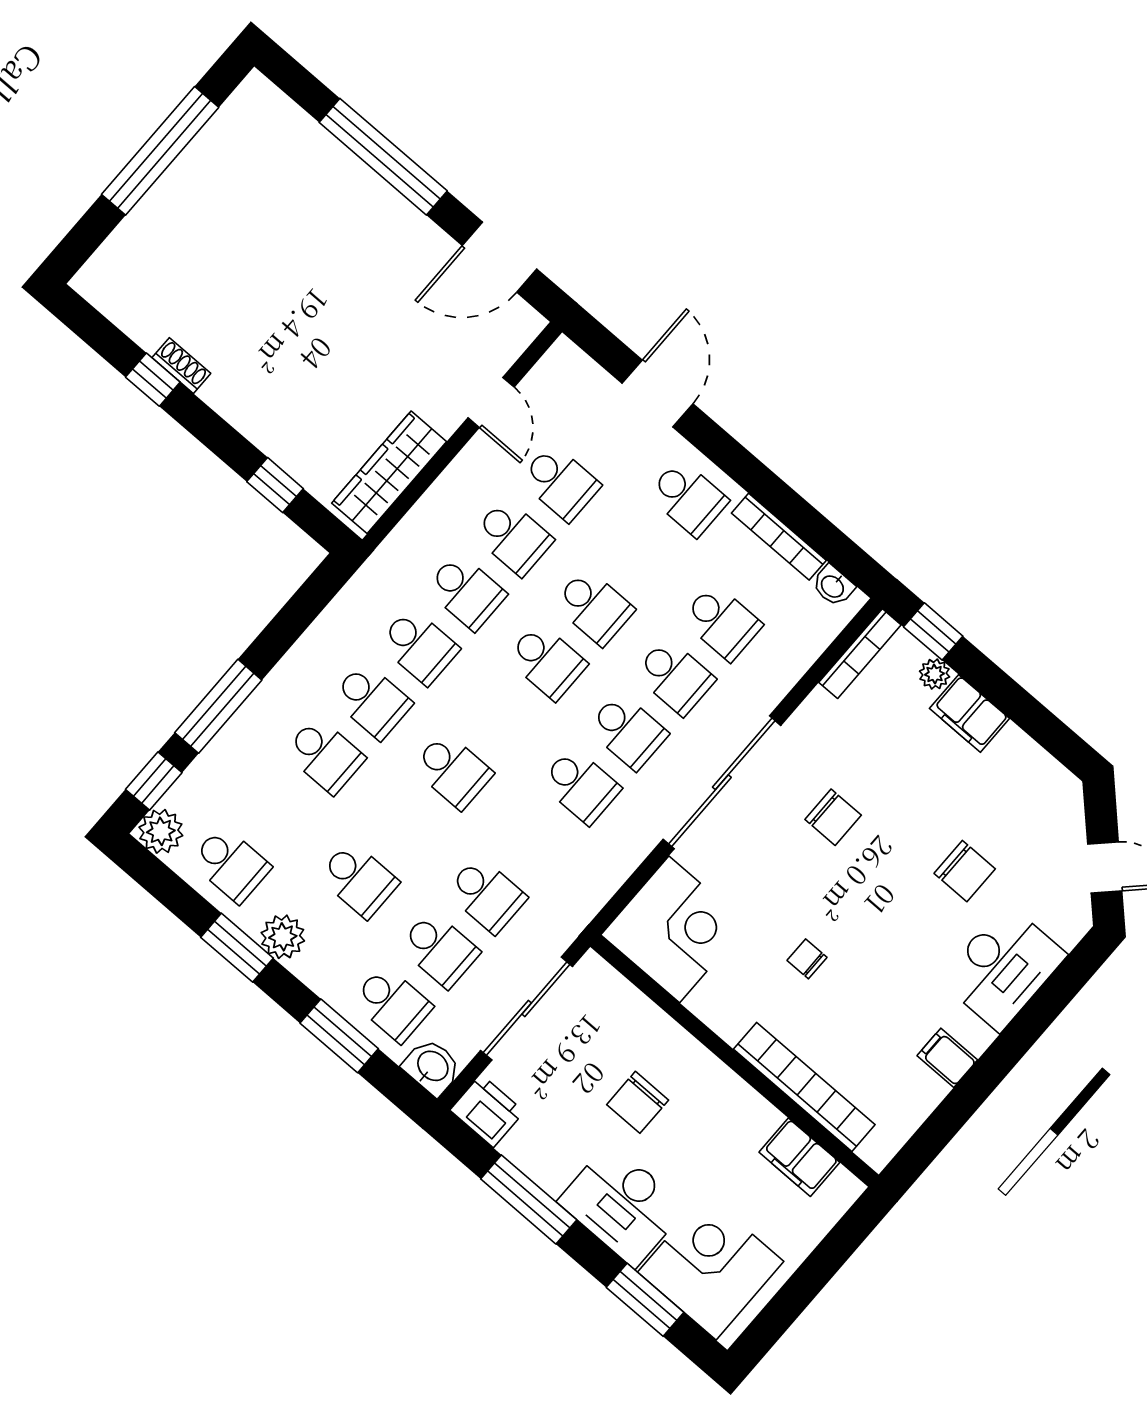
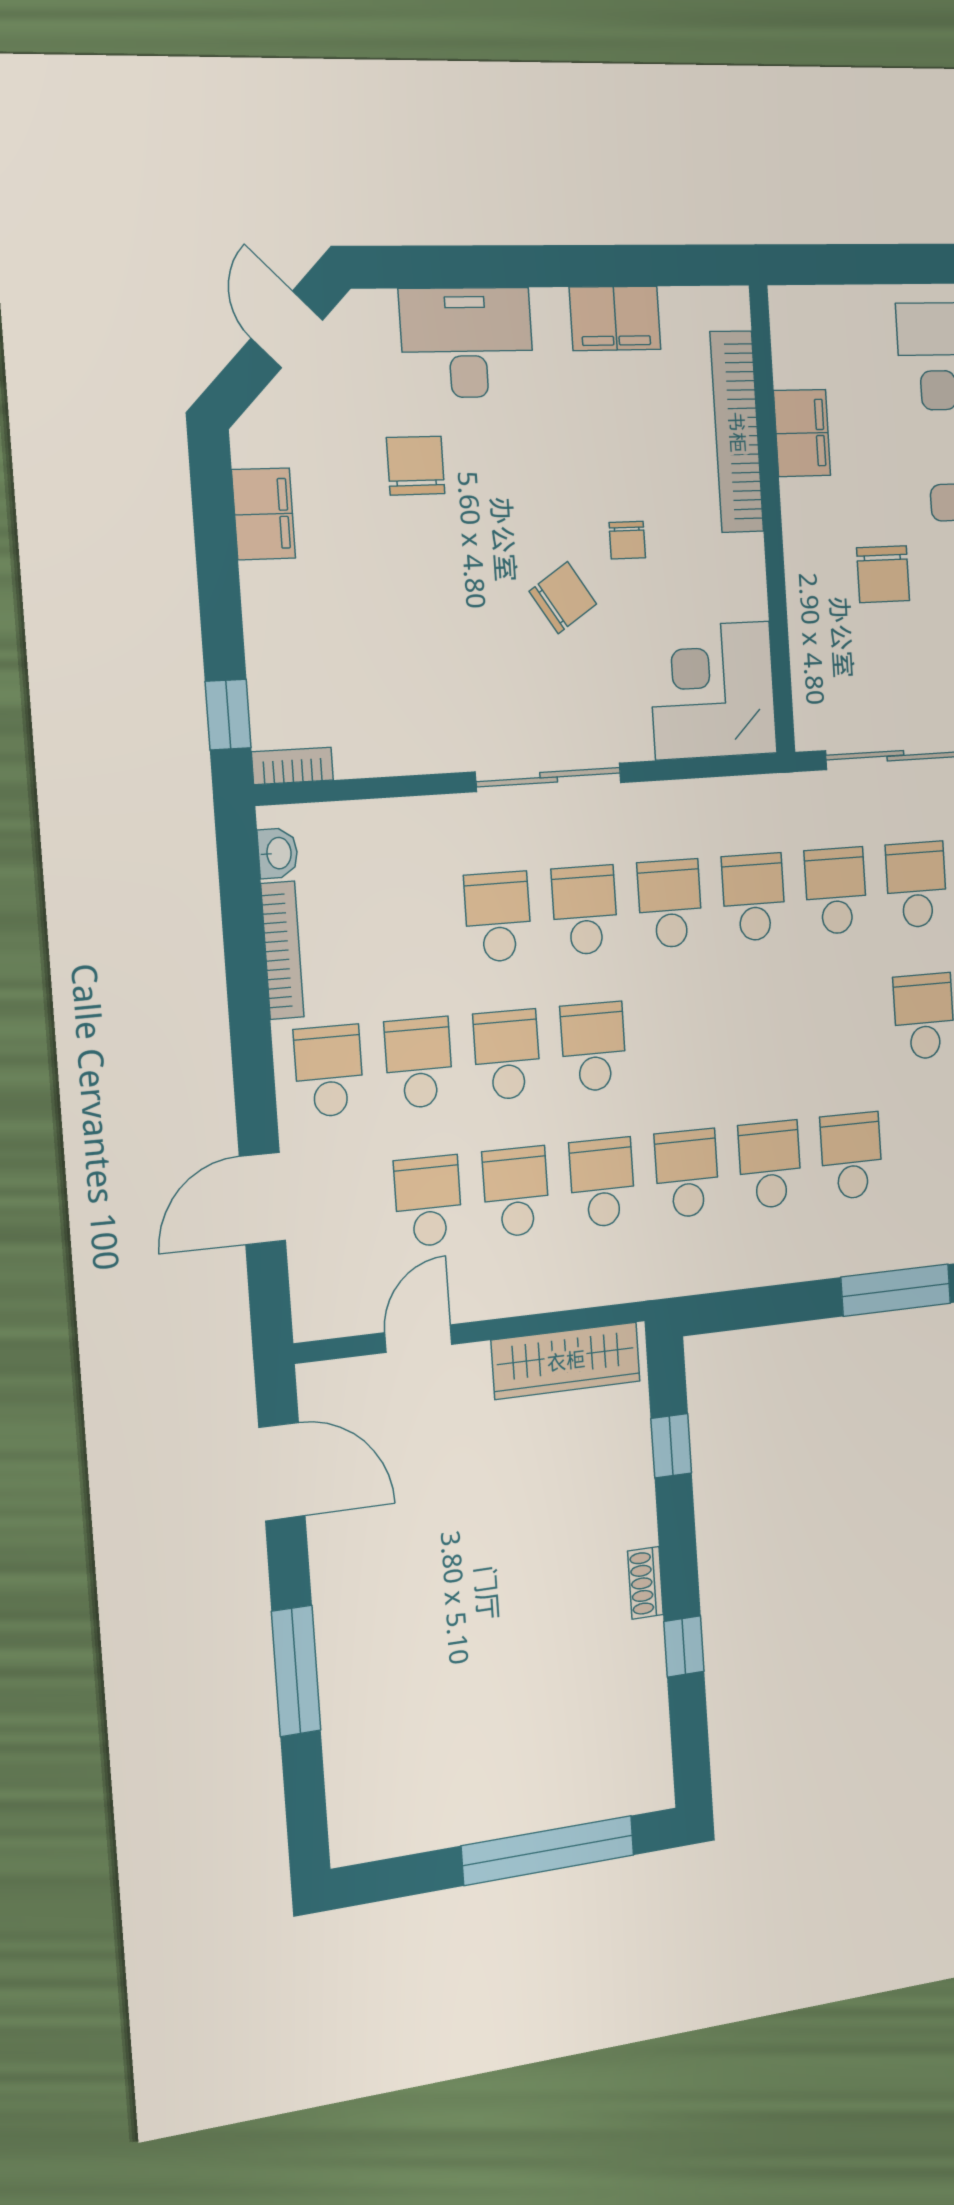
window: (160, 151) -> (548, 1850), moved
window: (383, 157) -> (296, 1671), width x0.68
shoe rack: (181, 366) -> (646, 1583), moved
school desk: (722, 622) -> (419, 1063), moved
bookcase: (860, 654) -> (292, 766), width x0.64
plant: (935, 674) -> (266, 674), removed
filing cabinet: (969, 713) -> (264, 514), moved
school desk: (453, 770) -> (754, 897), moved
sliding door: (722, 782) -> (549, 777), width x0.73
chair: (833, 817) -> (563, 598), moved, turned 57
filing cabinet: (947, 1058) -> (615, 318), width x2.00
chair: (638, 1102) -> (883, 574), turned 90
filing cabinet: (799, 1157) -> (802, 433), moved

